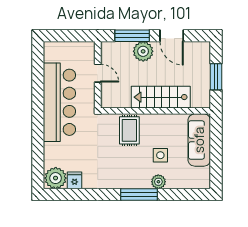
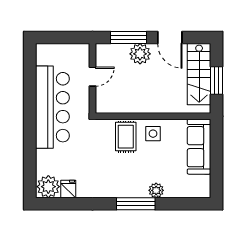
door: (98, 73) -> (92, 77), hinge flipped
stairs: (161, 97) -> (199, 74), moved, turned -90
side table: (160, 155) -> (153, 134), moved

